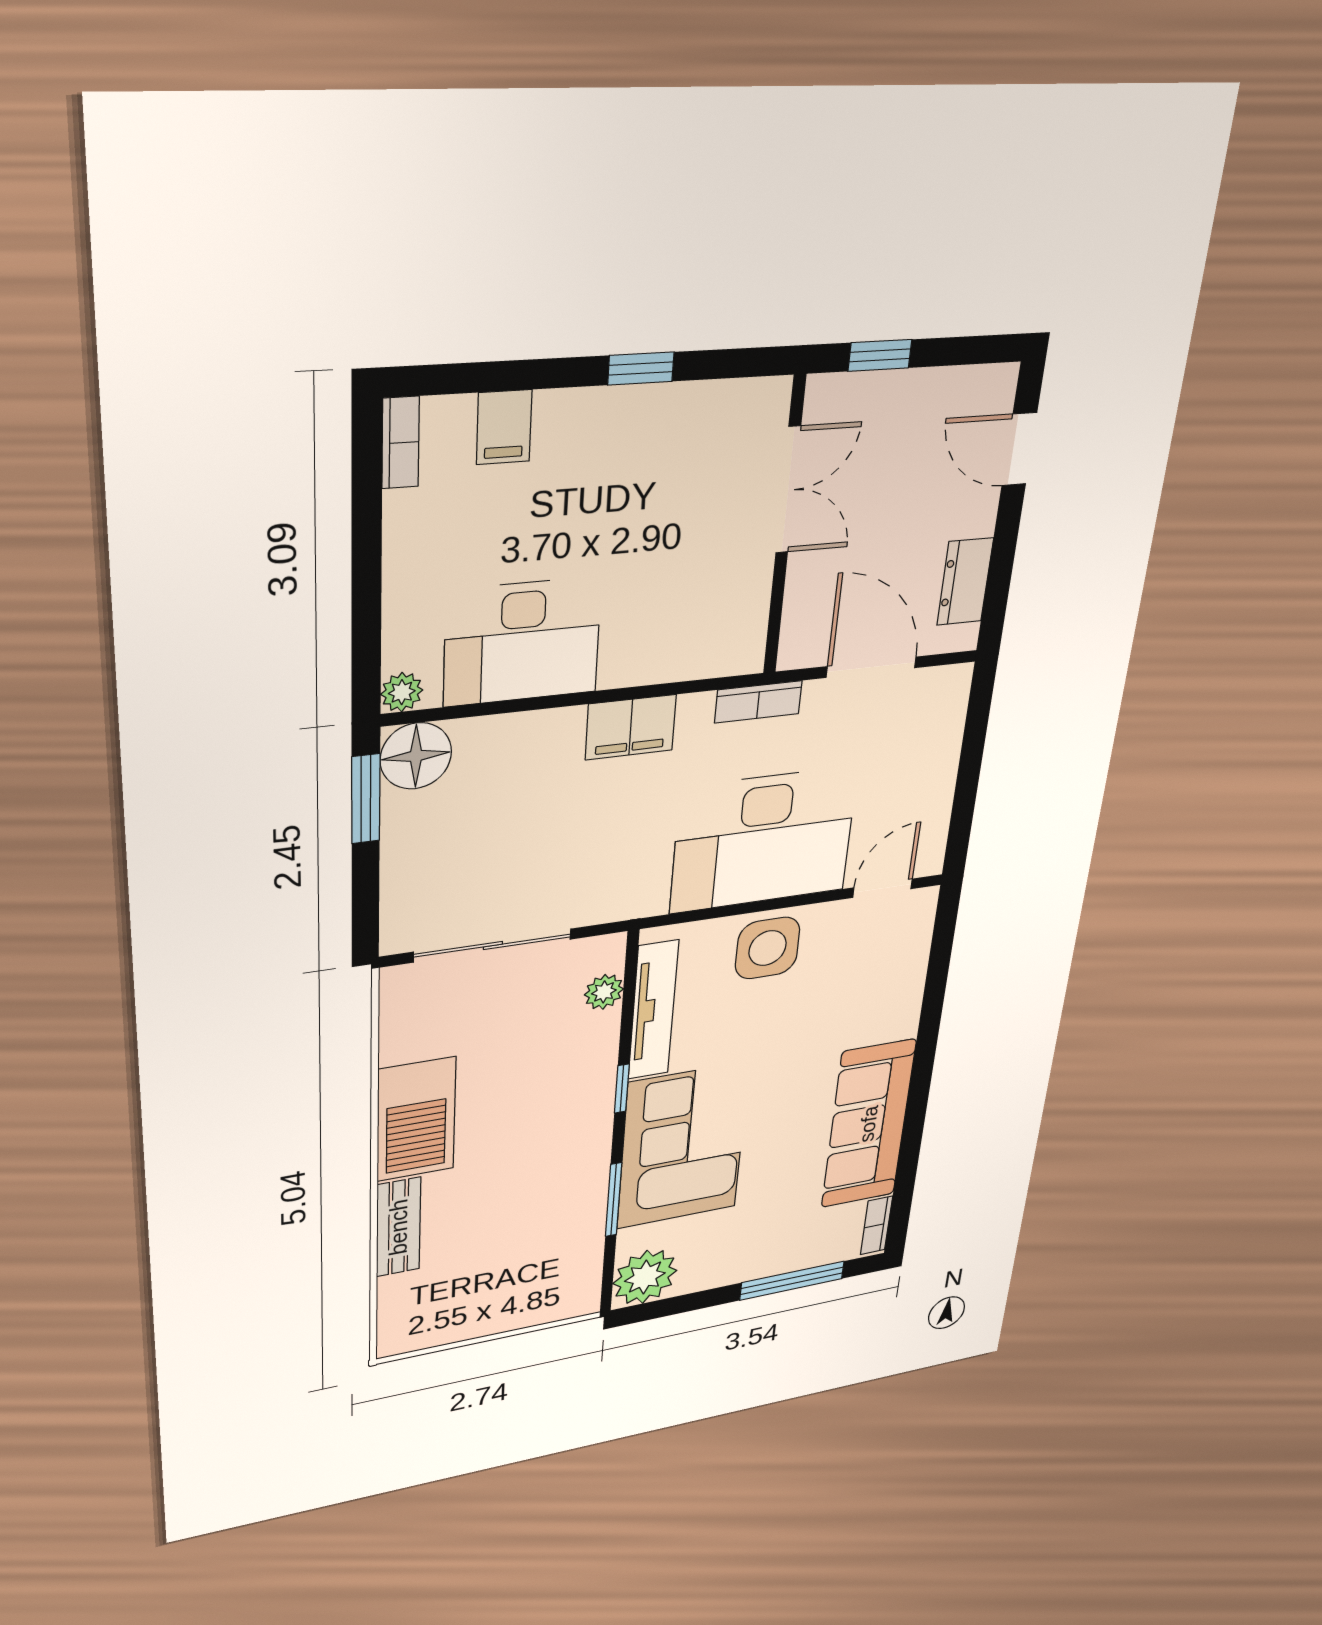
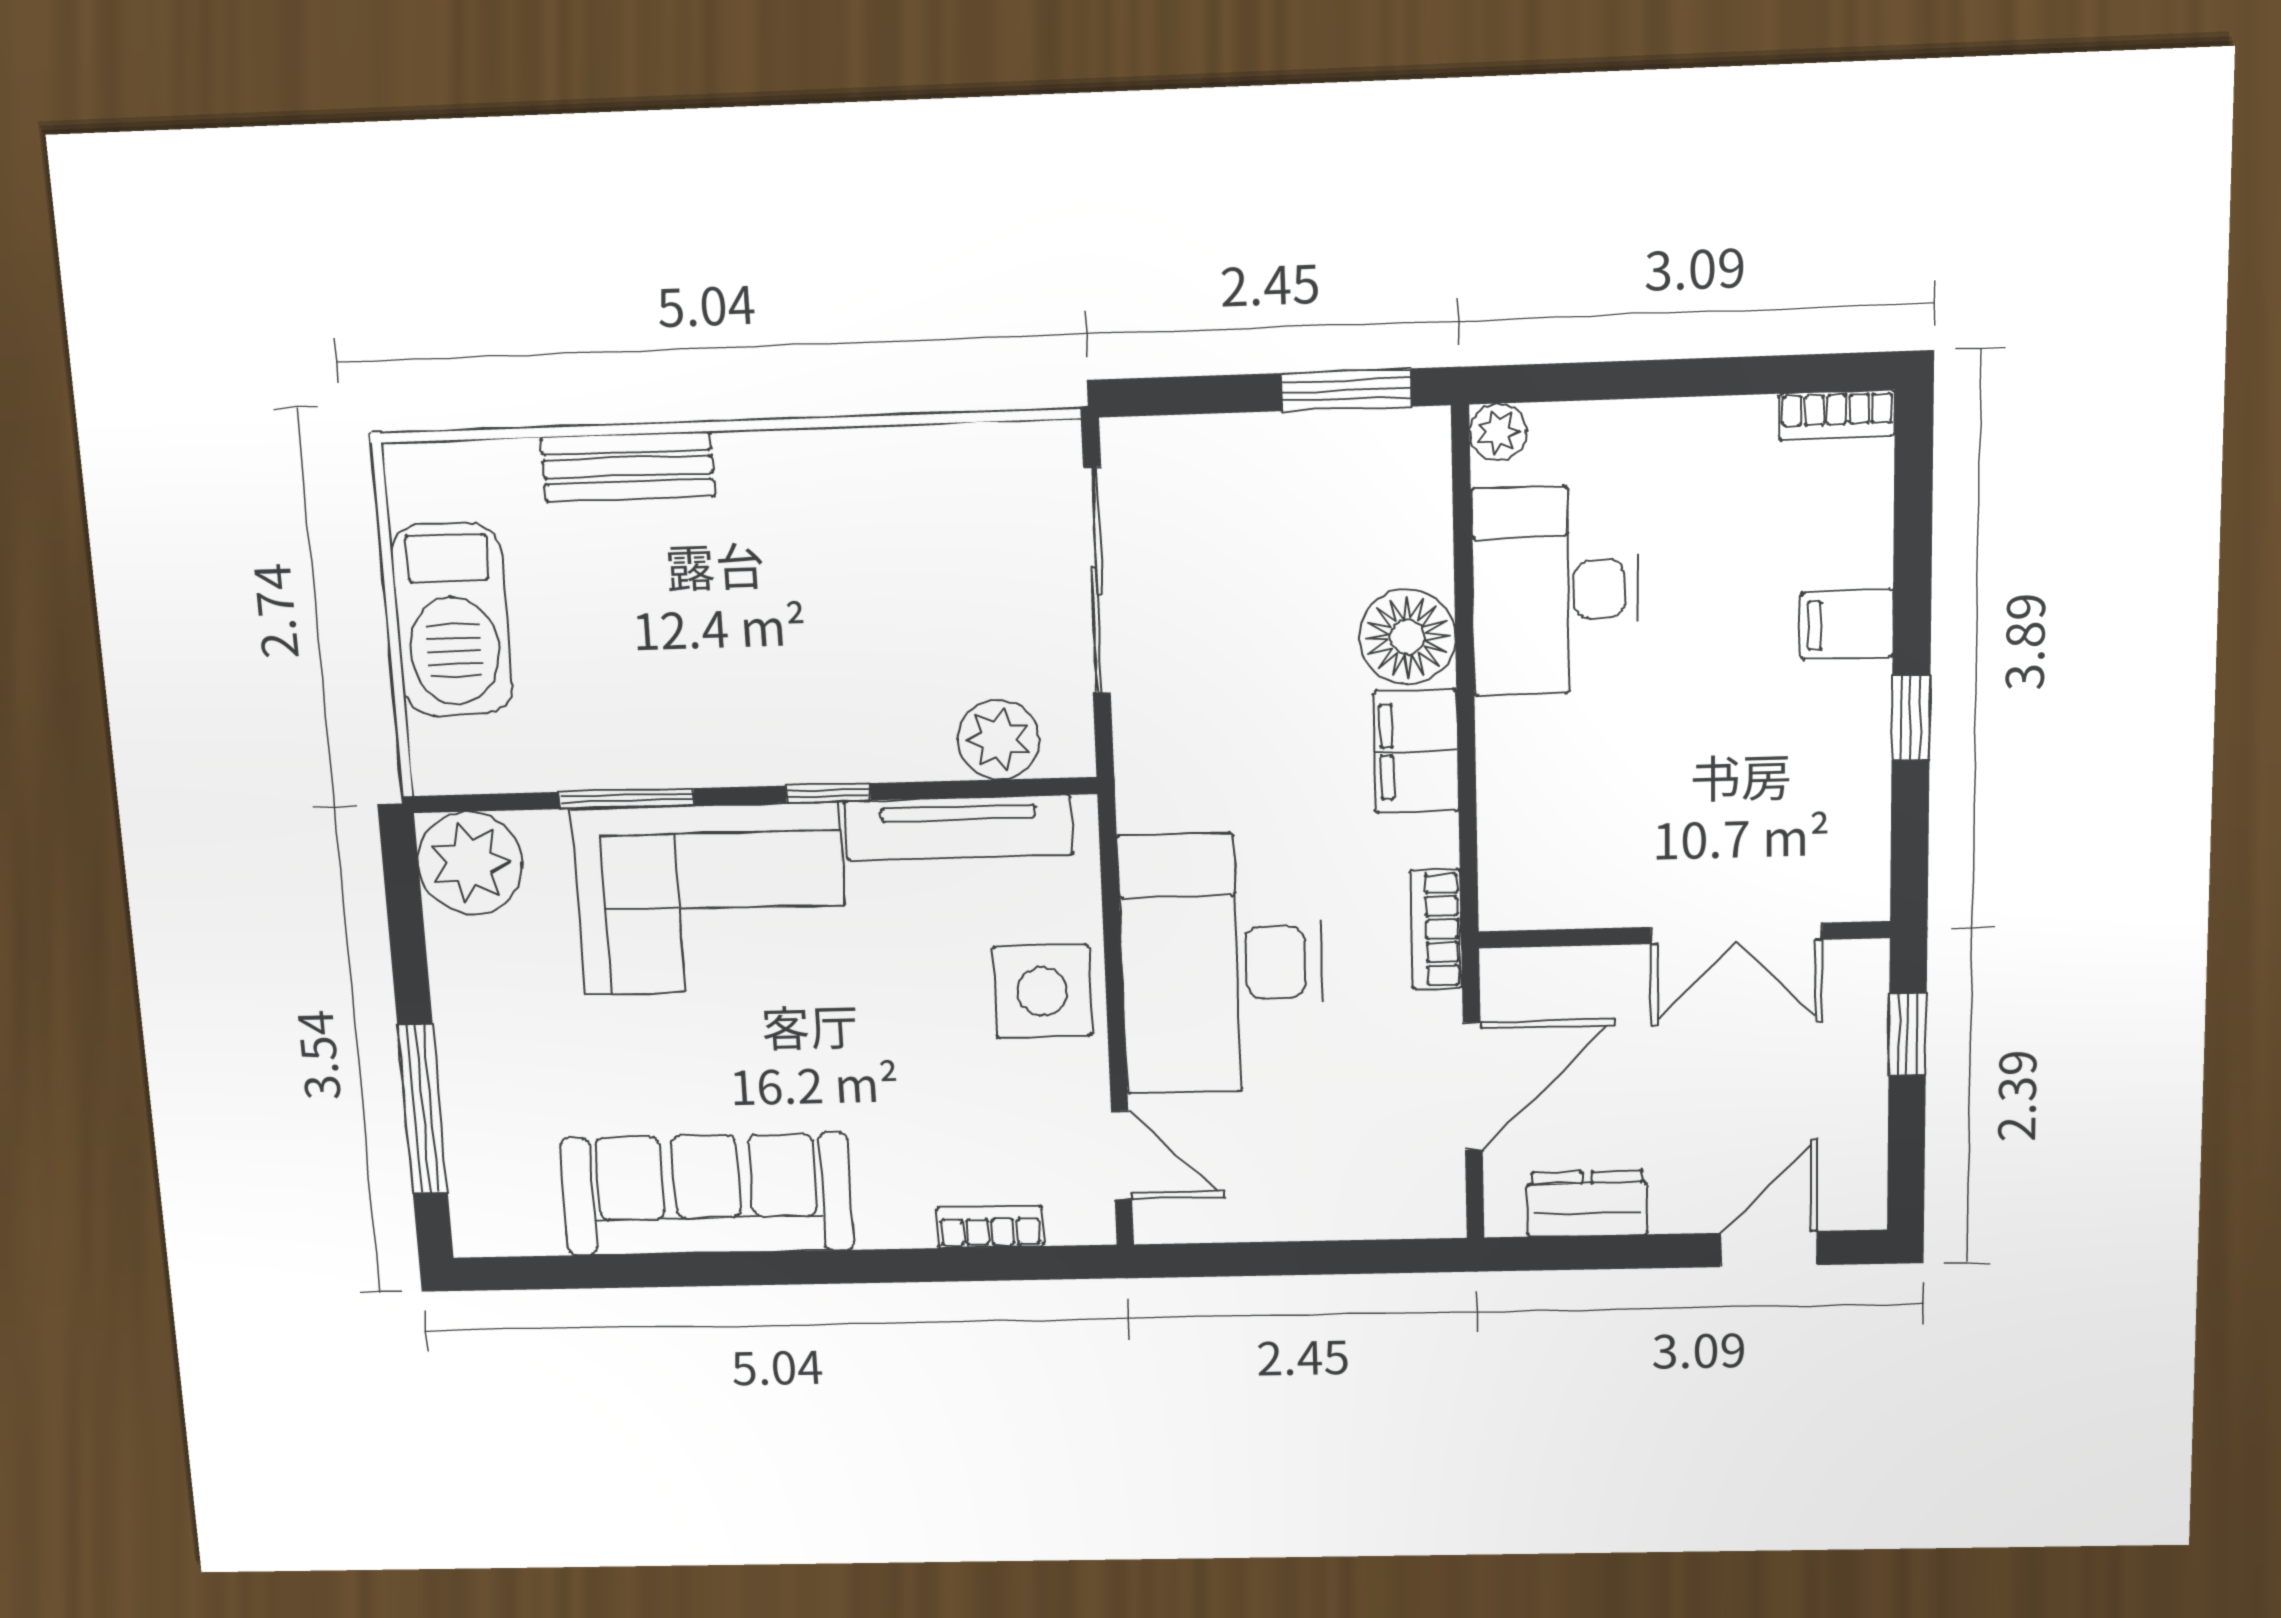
filing cabinet: (504, 427) -> (1847, 625), moved
floor lamp: (416, 756) -> (1407, 637), moved
plant: (604, 992) -> (999, 740), width x1.38, depth x1.38
barbecue: (416, 1119) -> (452, 620), moved, turned -90
bookcase: (876, 1225) -> (990, 1227), moved

